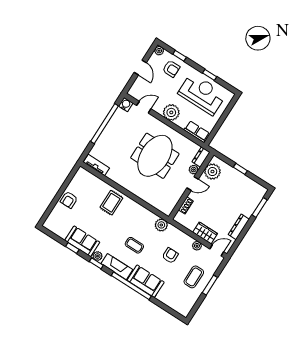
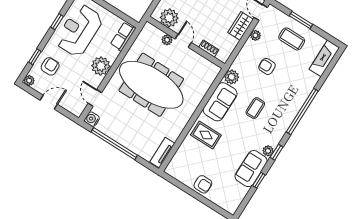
meeting table: (155, 156) -> (151, 85), width x1.36
dresser: (201, 157) -> (152, 31), removed
fireplace: (117, 267) -> (324, 58), moved
sofa: (146, 281) -> (220, 102), moved, turned 180

